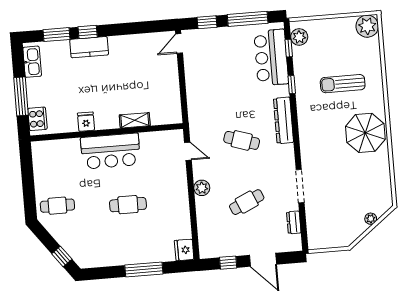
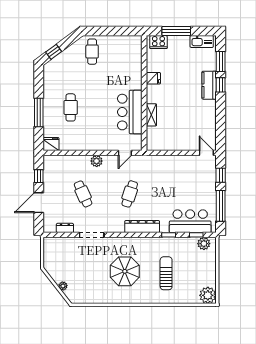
parasol: (365, 133) -> (125, 271), moved
bar counter: (110, 151) -> (130, 112), moved
cafe table: (128, 205) -> (71, 107), moved

